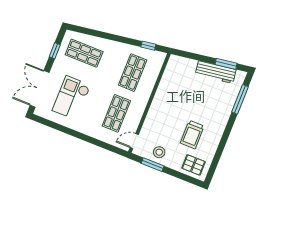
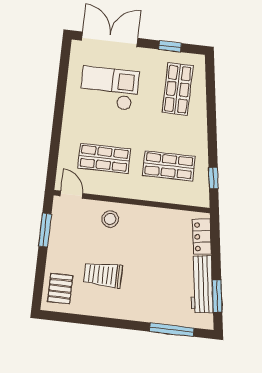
locker: (185, 63) -> (202, 237), added
stool: (159, 152) -> (110, 219), moved

